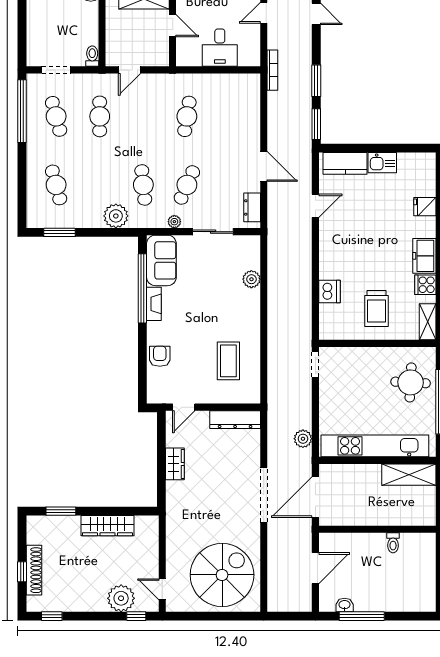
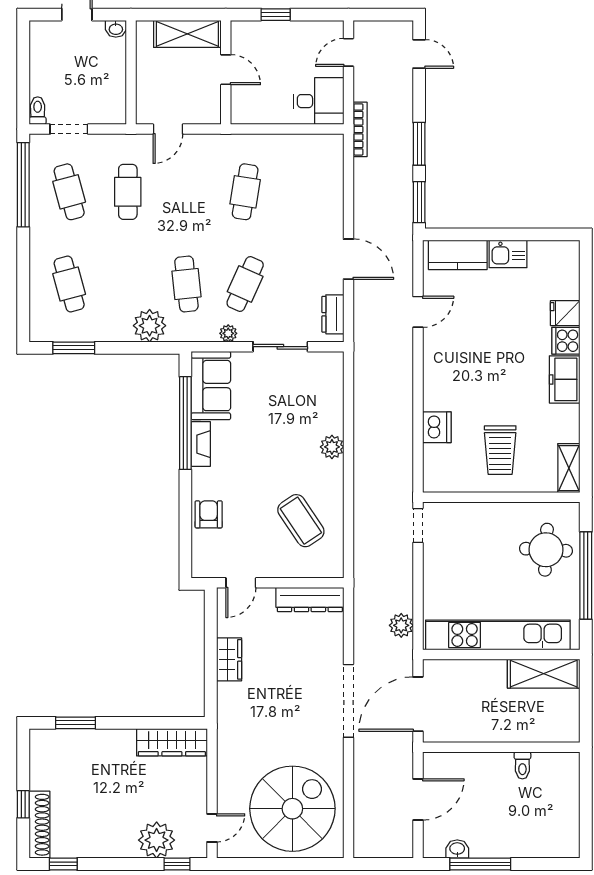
desk: (220, 48) -> (319, 101), moved, turned -90
toilet: (92, 56) -> (38, 111), moved
plant: (251, 279) -> (332, 447), moved
cooker: (425, 285) -> (566, 341), moved
coffee table: (228, 361) -> (301, 521), turned -34
wardrobe: (107, 526) -> (172, 742), moved
shoe rack: (34, 570) -> (39, 825), moved
door: (162, 589) -> (212, 828), swing flipped

